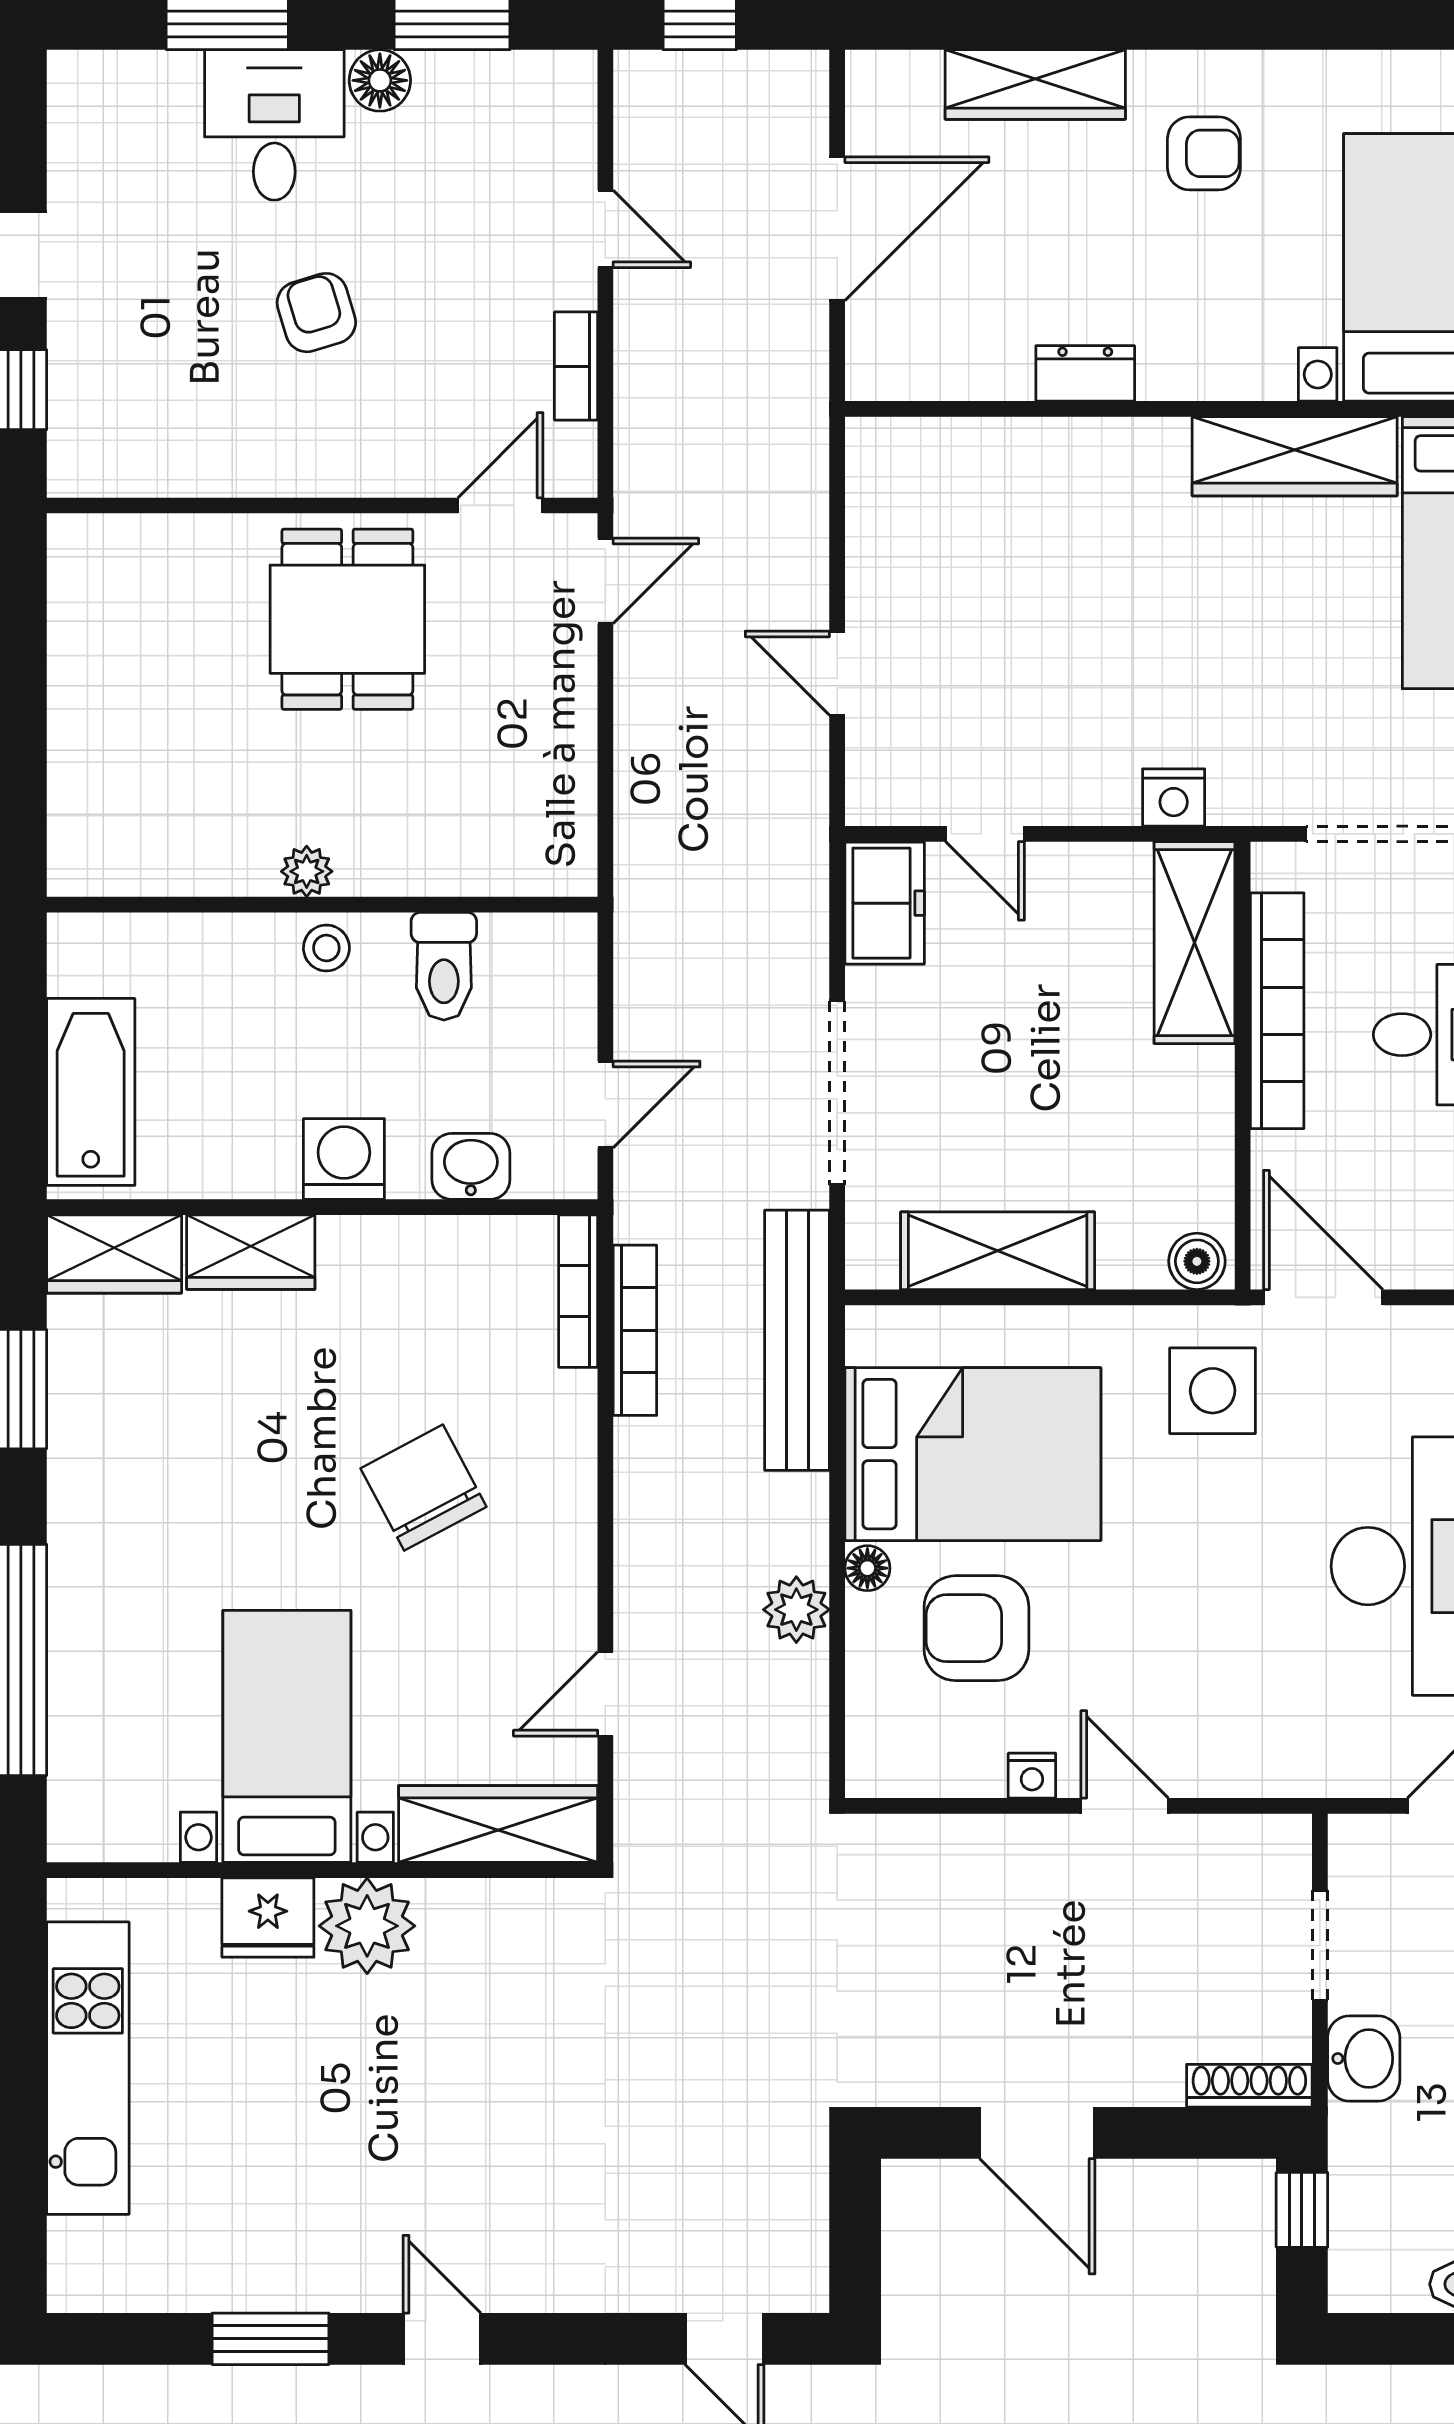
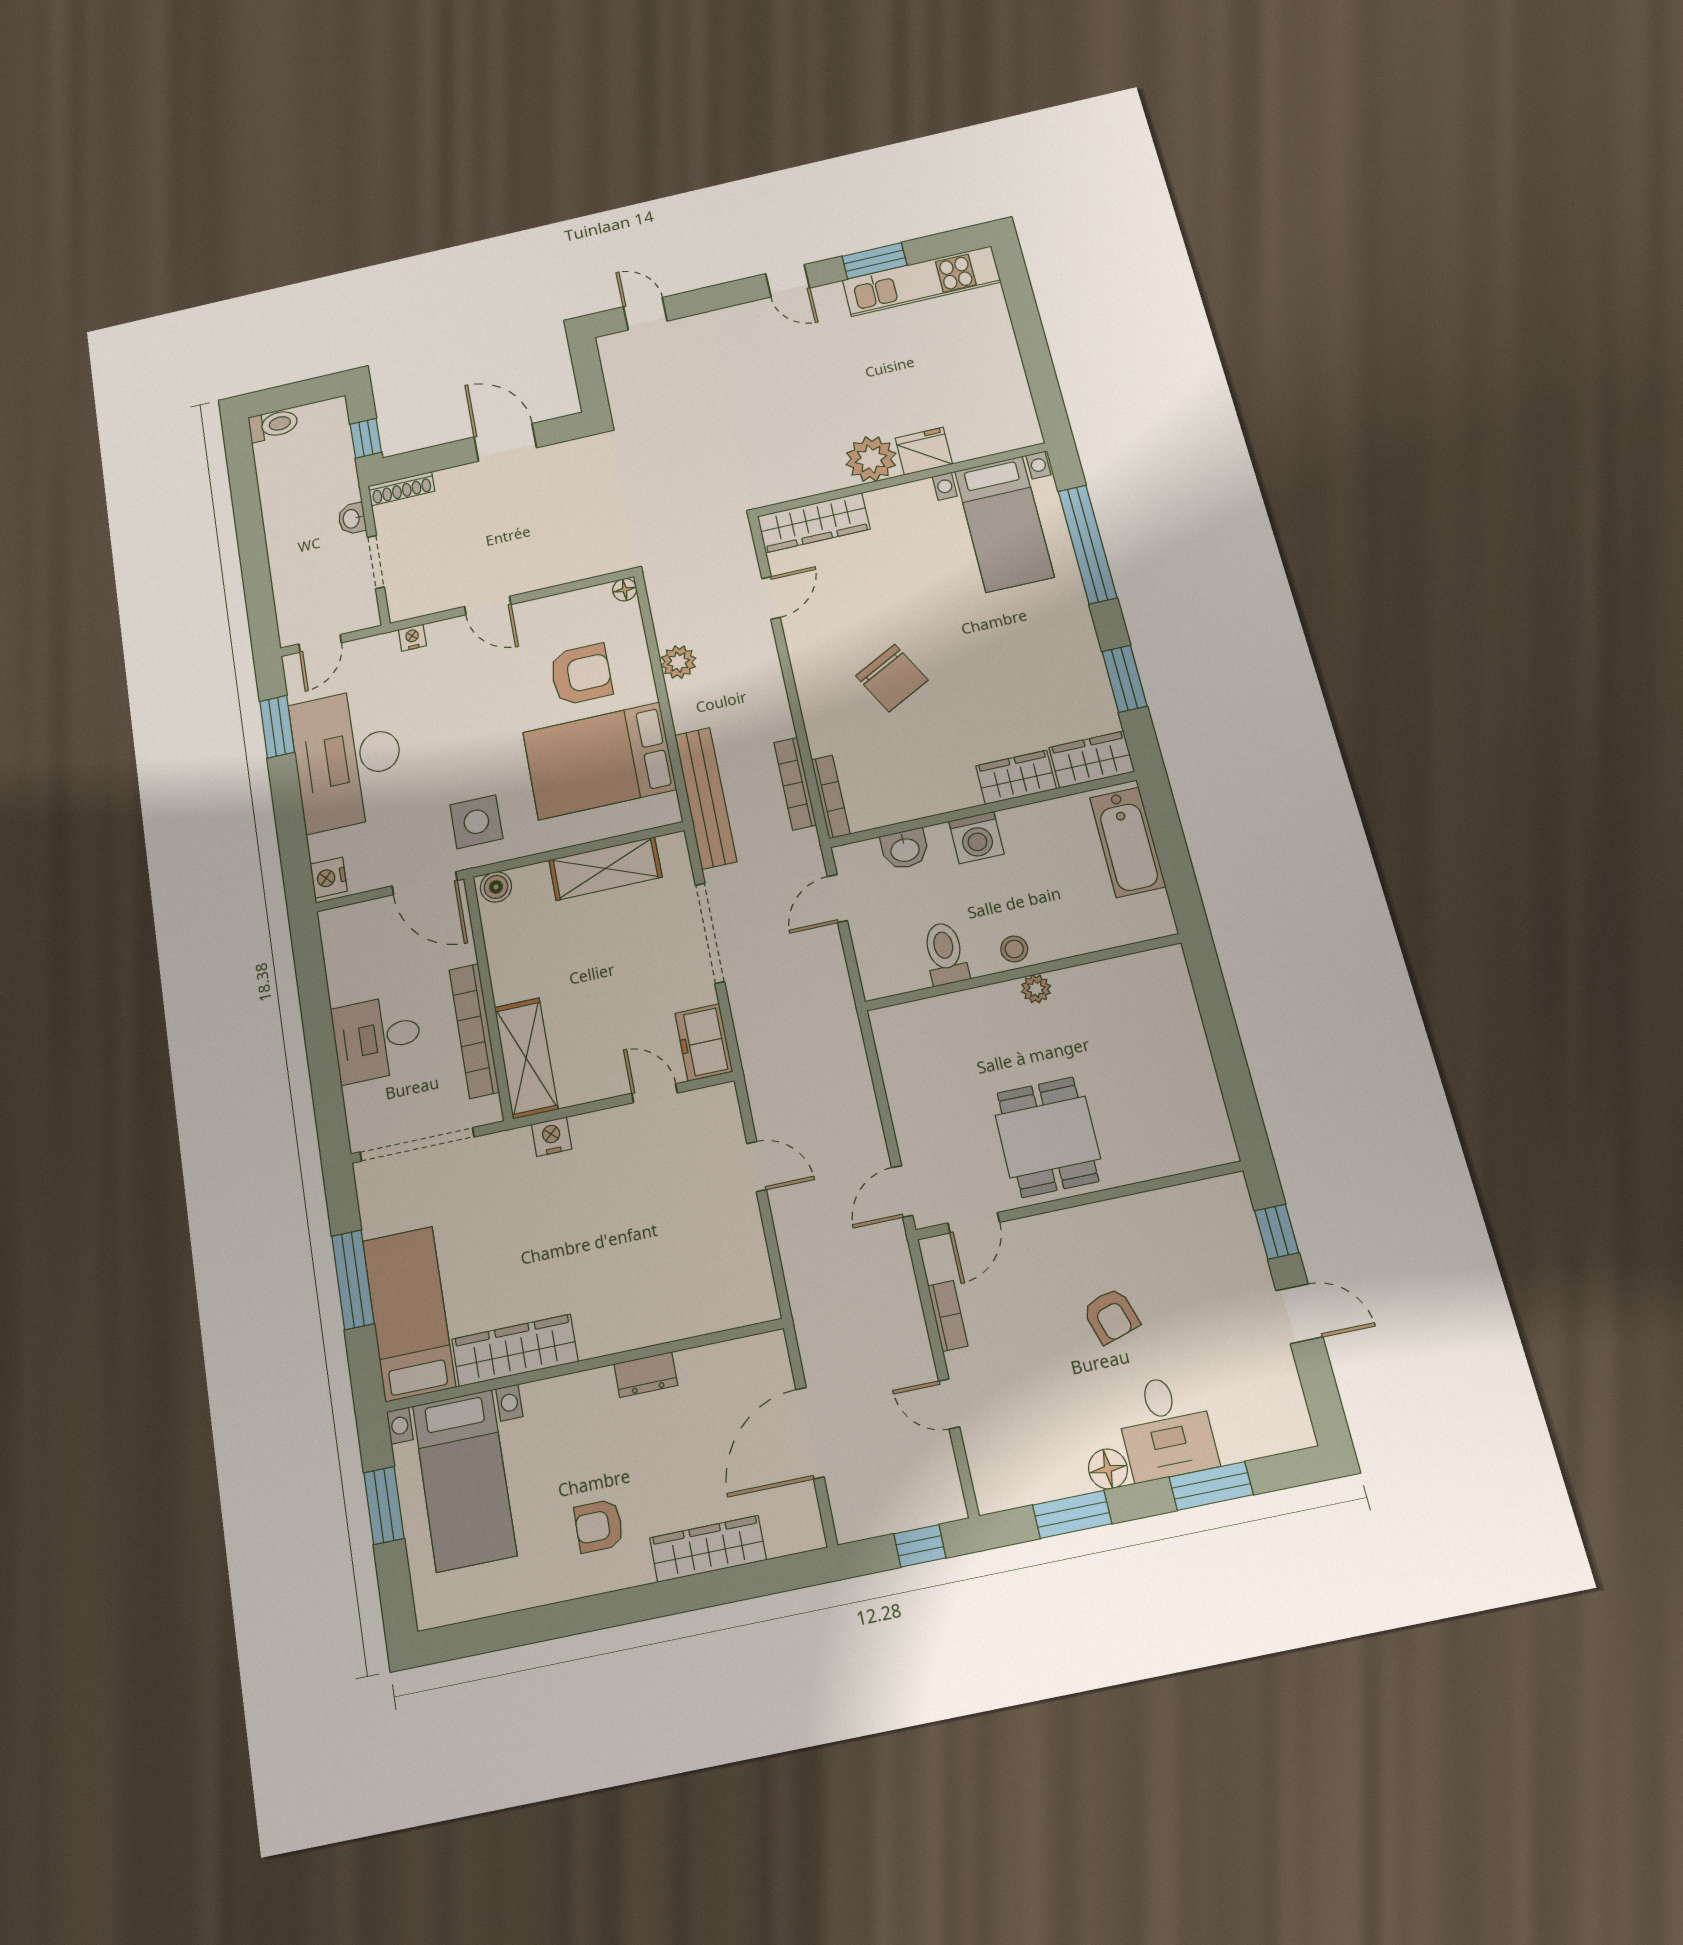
floor lamp: (867, 1568) -> (625, 590), moved
bed with nightstands: (287, 1736) -> (1004, 524), moved
nightstand: (1032, 1776) -> (412, 638), moved
washbasin: (1364, 2058) -> (352, 519), width x0.72, depth x0.69
kitchen unit: (88, 2068) -> (921, 281), moved, turned -90

